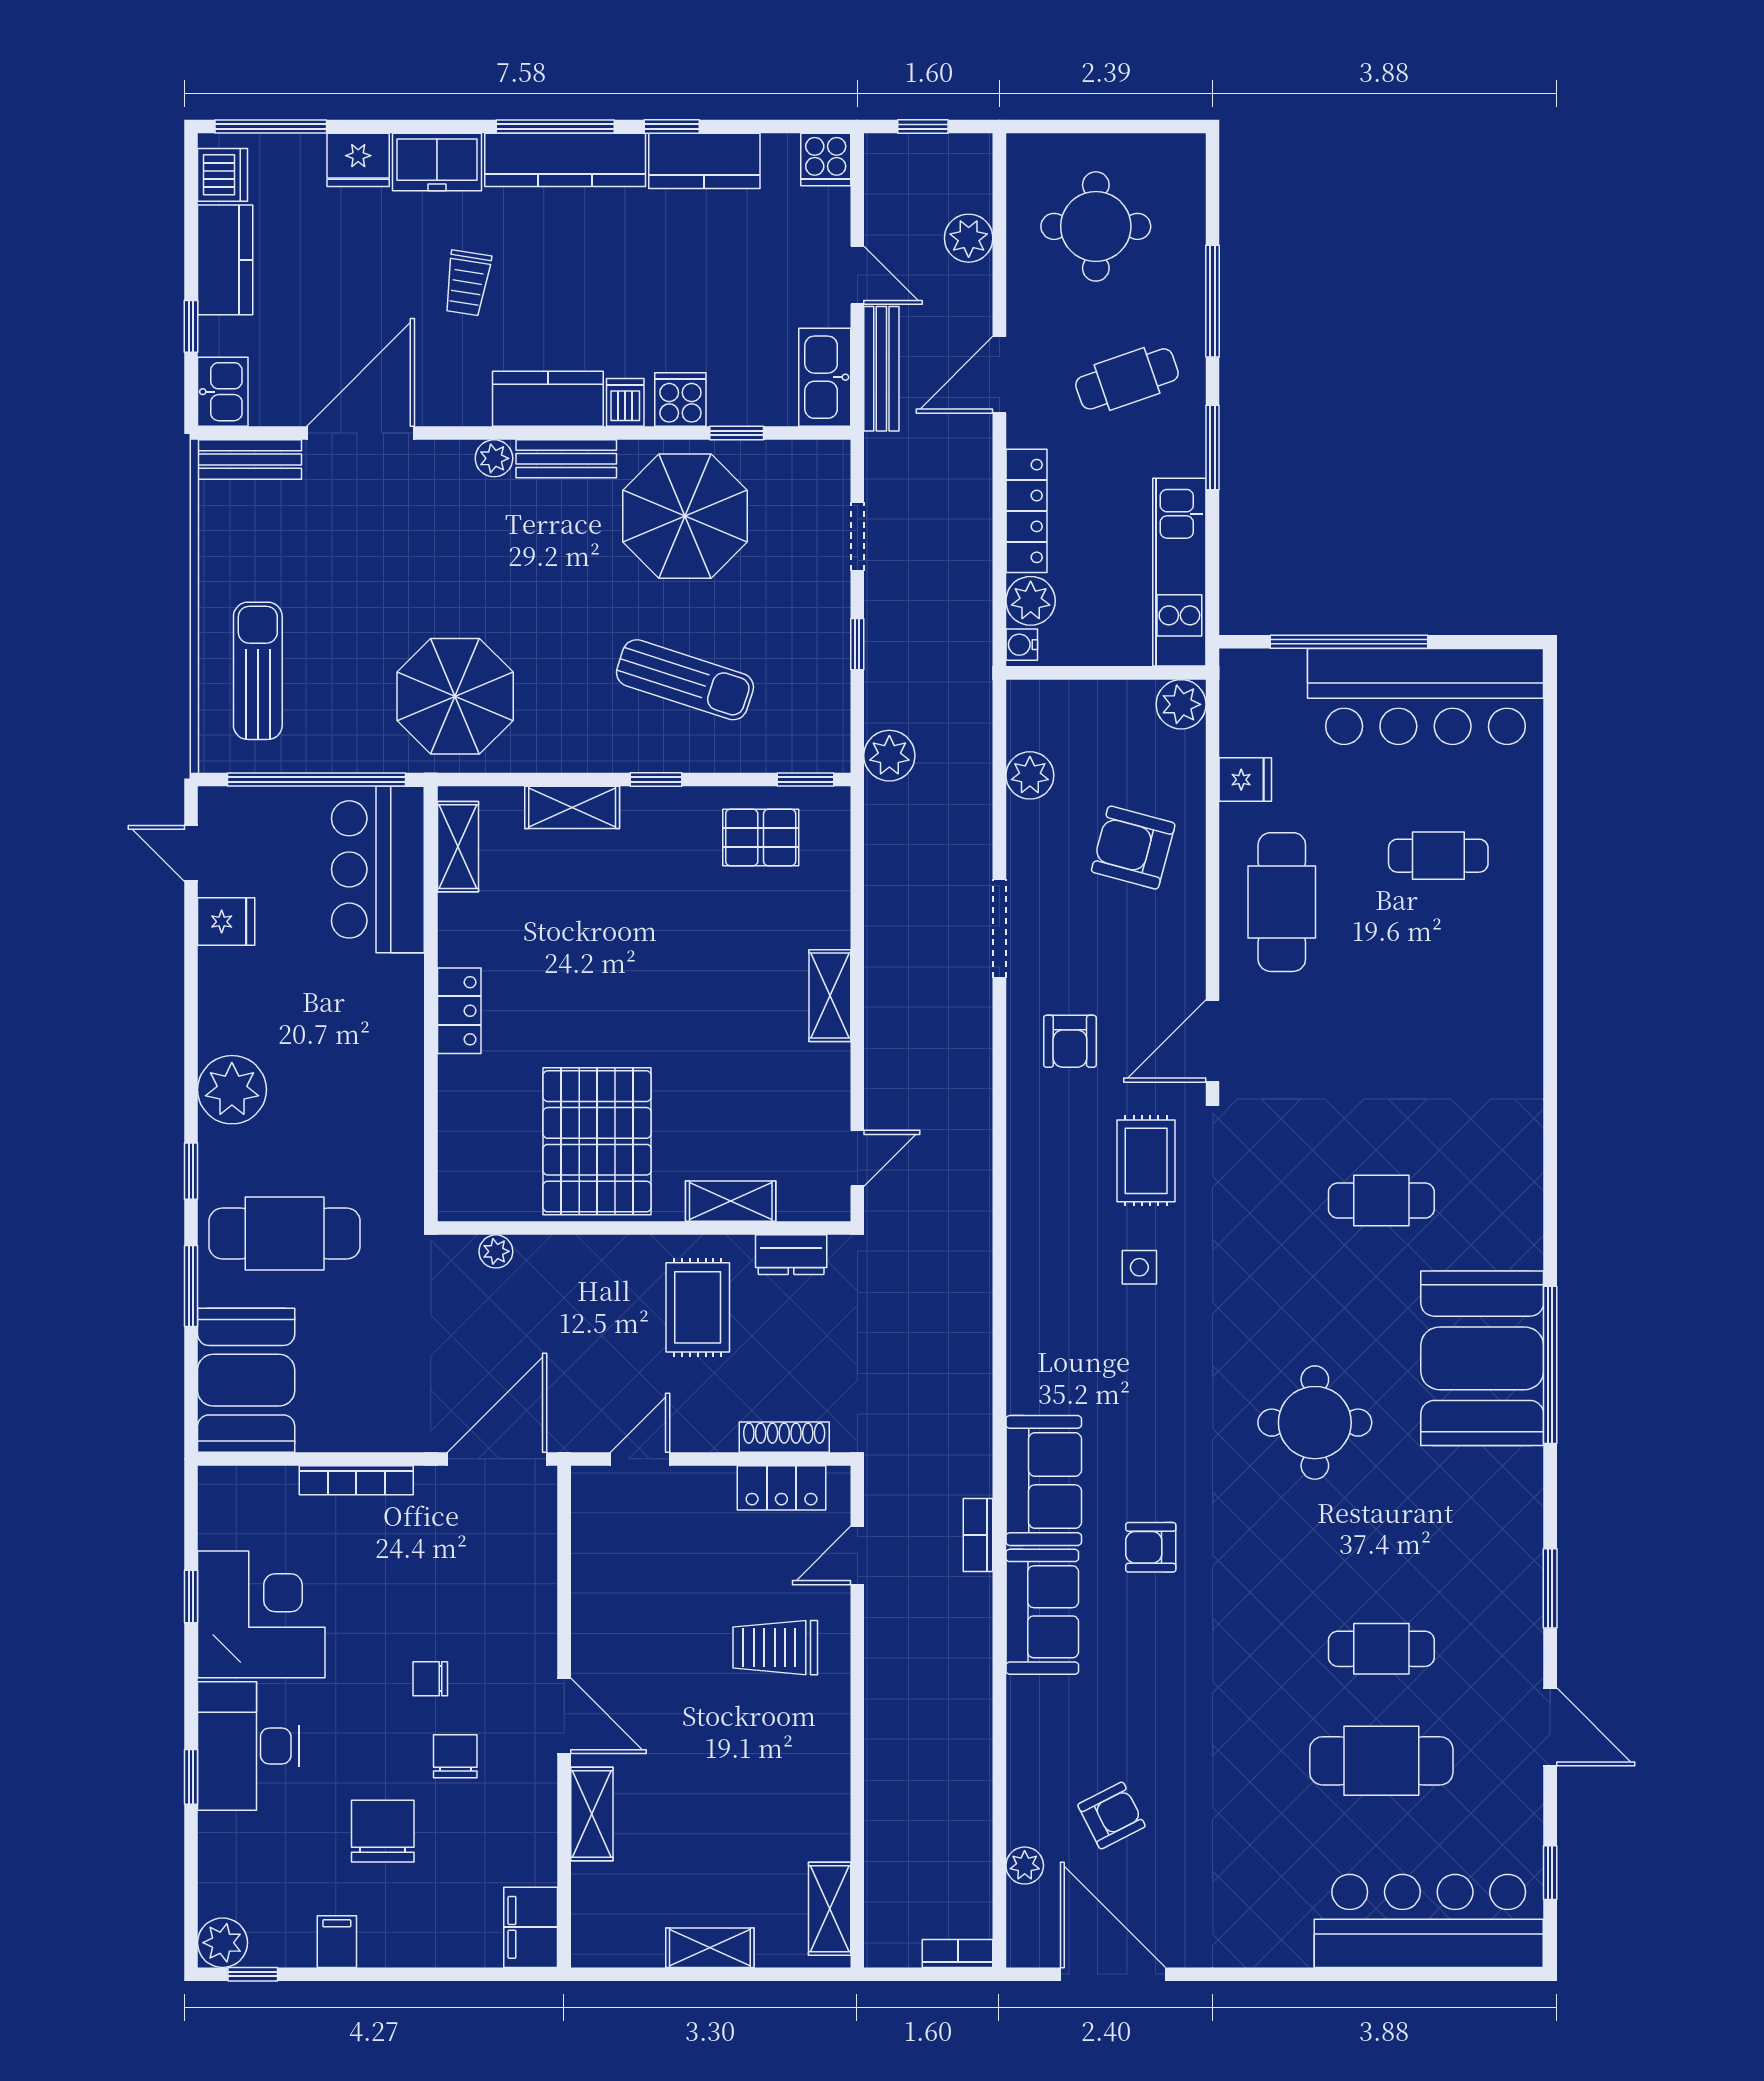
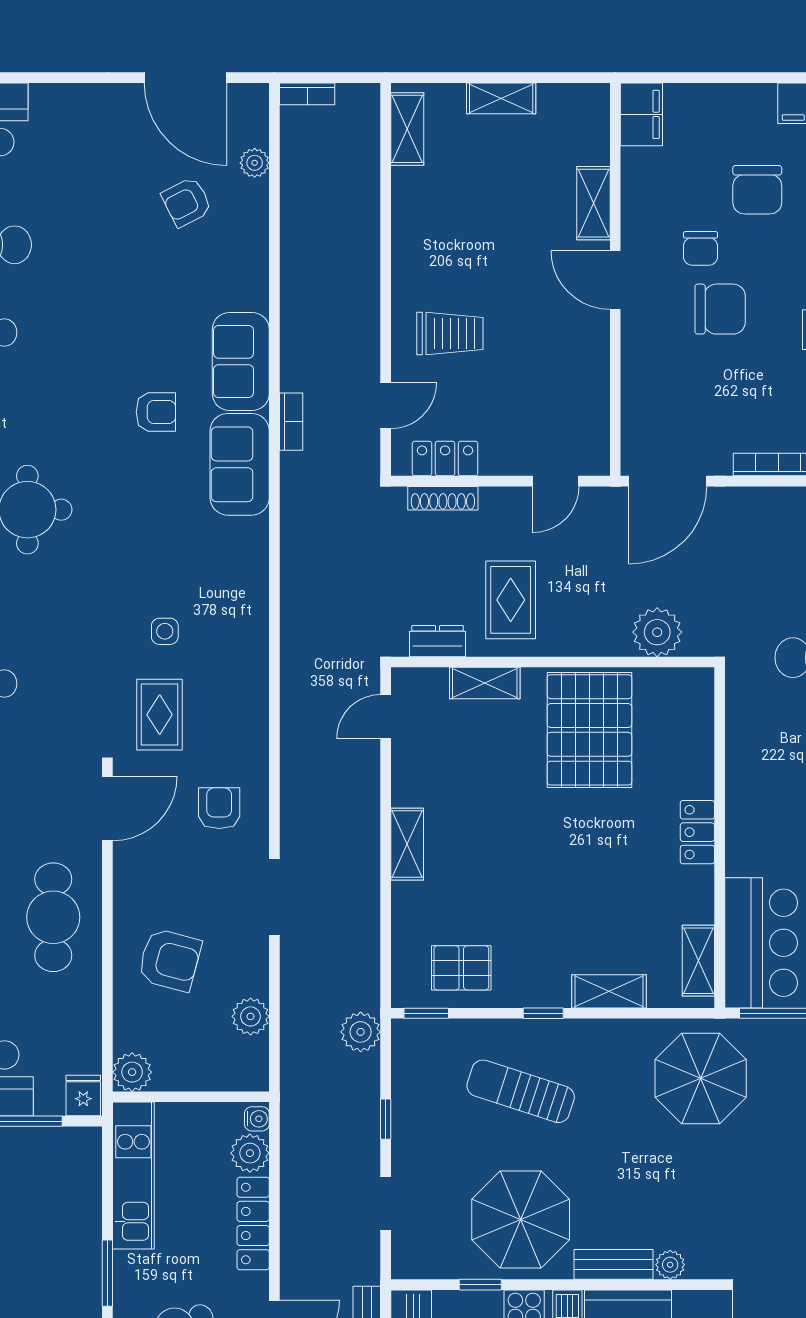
fridge: (1245, 780) -> (83, 1095), moved, turned 90
plant: (496, 1251) -> (657, 632), width x1.87, depth x1.87
chair: (430, 1679) -> (720, 309), width x1.87, depth x1.87

